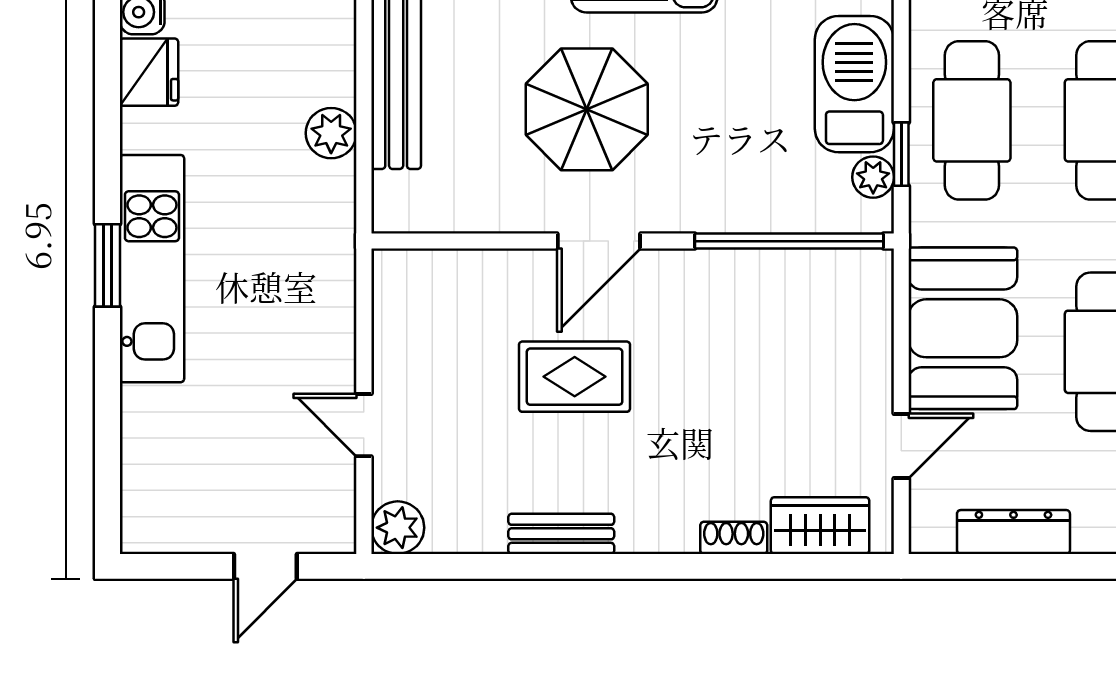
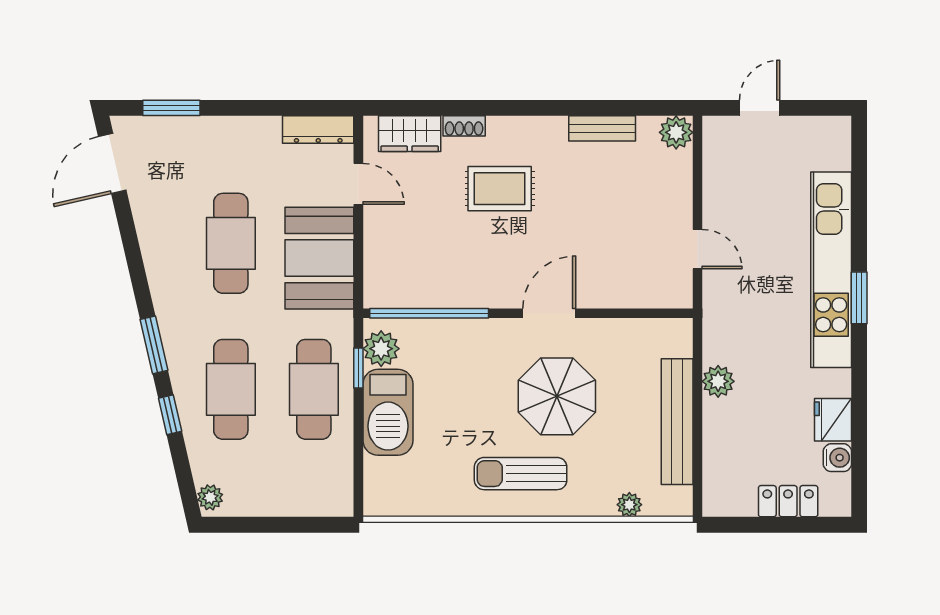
plant: (873, 177) -> (381, 349), width x1.38, depth x1.38
kitchen unit: (152, 269) -> (831, 270), width x1.36
rug: (575, 377) -> (500, 189), moved
door: (364, 425) -> (697, 249), moved
door: (901, 446) -> (358, 184), swing flipped
dresser: (1013, 532) -> (318, 130), moved
bench: (561, 534) -> (602, 128), moved

